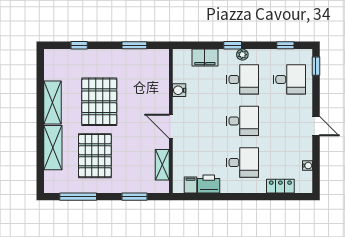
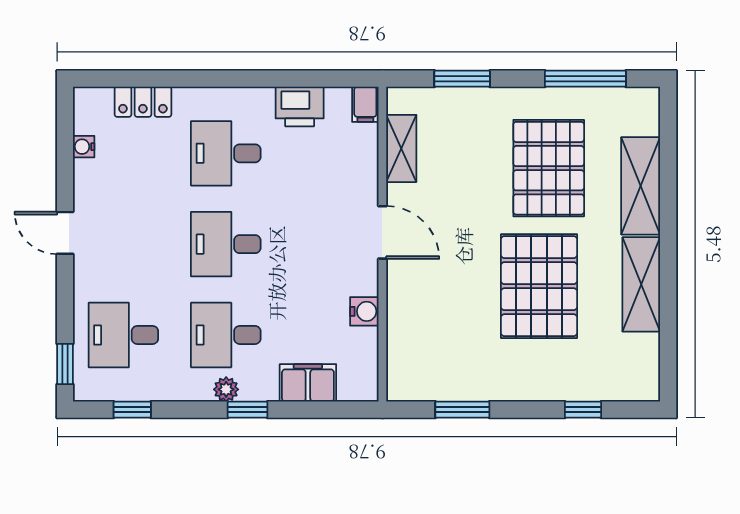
filing cabinet: (191, 185) -> (365, 104), moved

